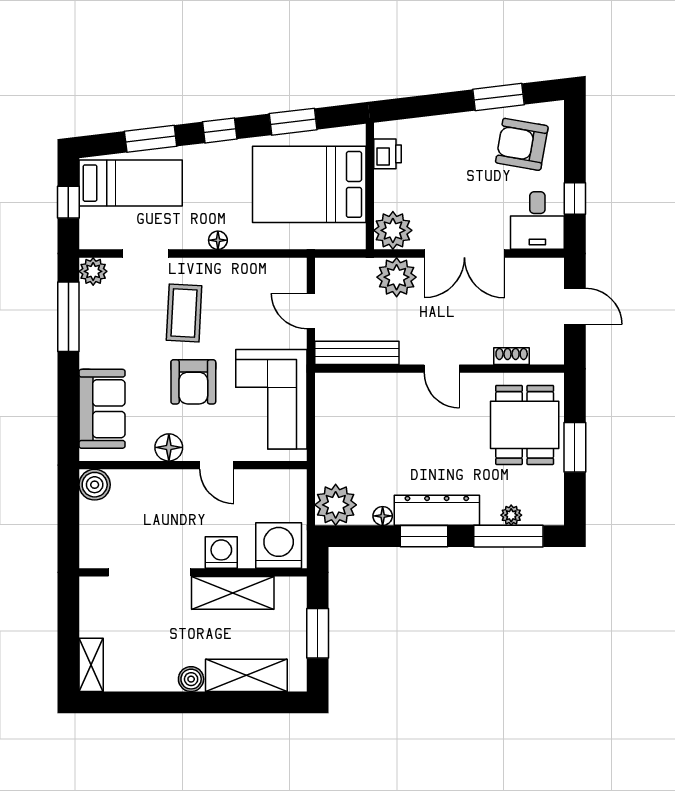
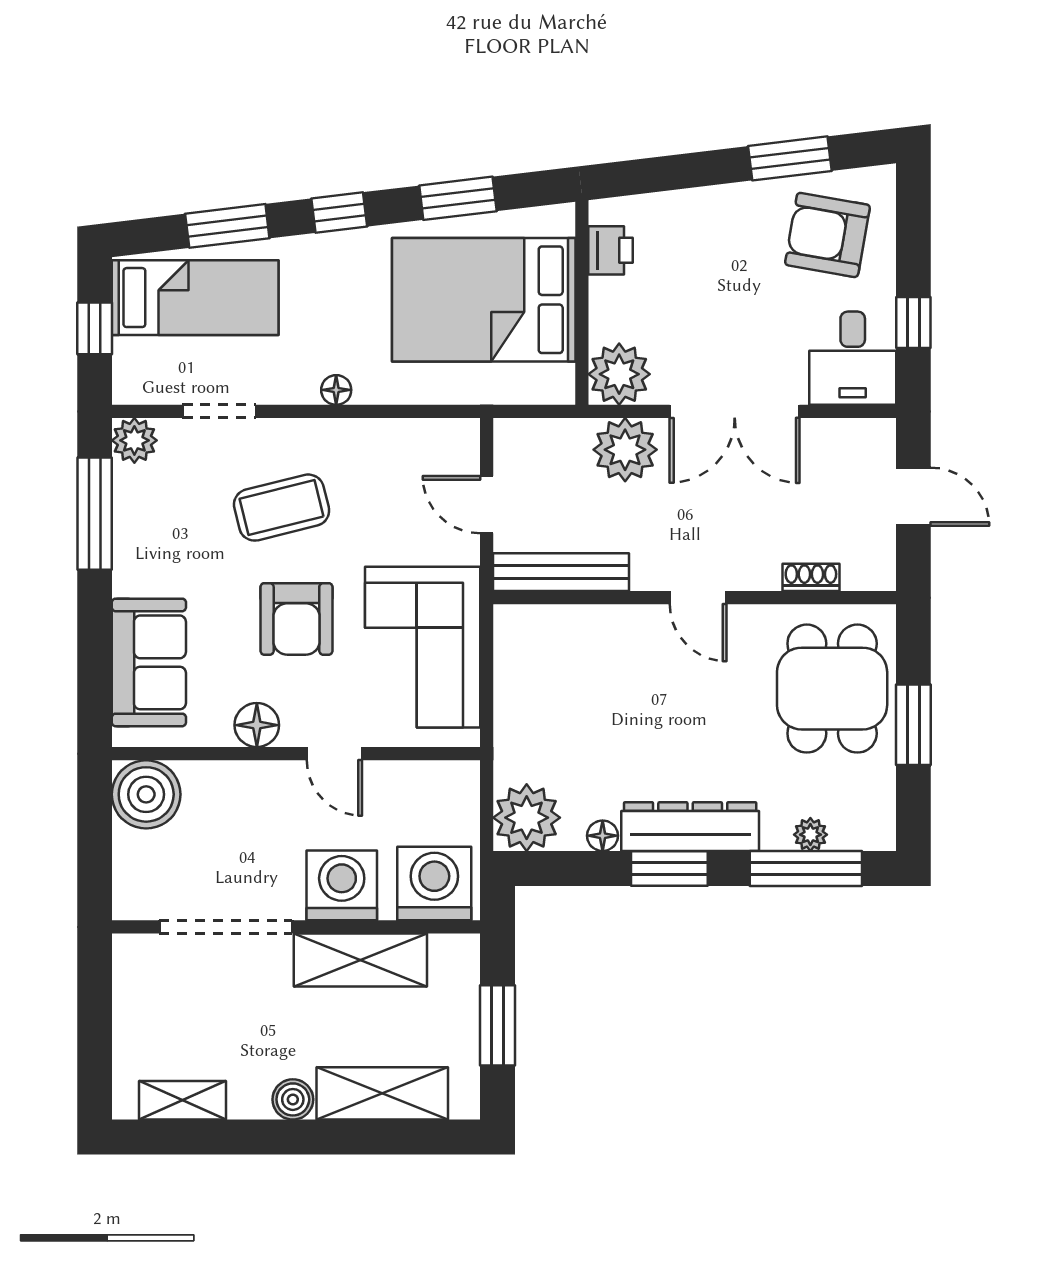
coffee table: (184, 313) -> (282, 508), turned 73
boiler: (95, 485) -> (146, 794), width x1.37, depth x1.37
washing machine: (221, 553) -> (342, 885), width x1.37, depth x1.37
shelving: (91, 665) -> (182, 1100), moved, turned 90

